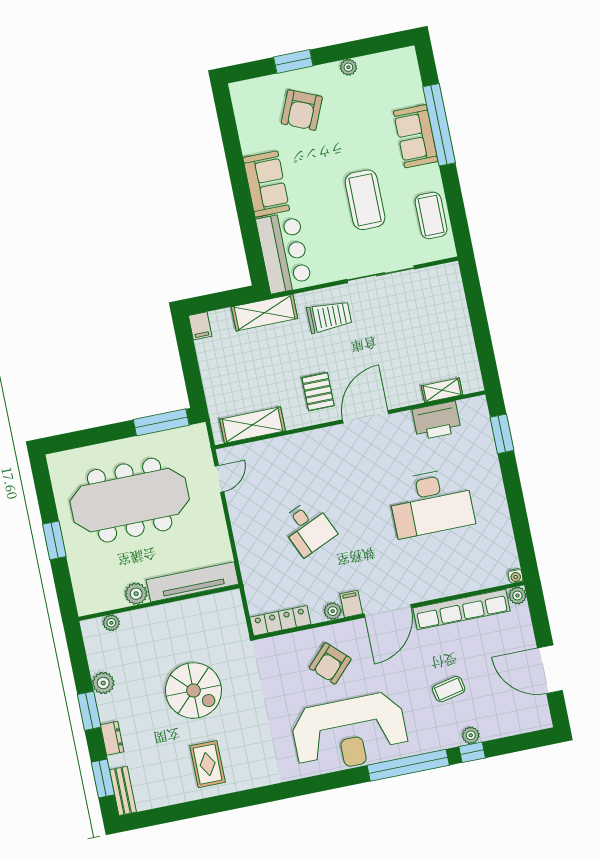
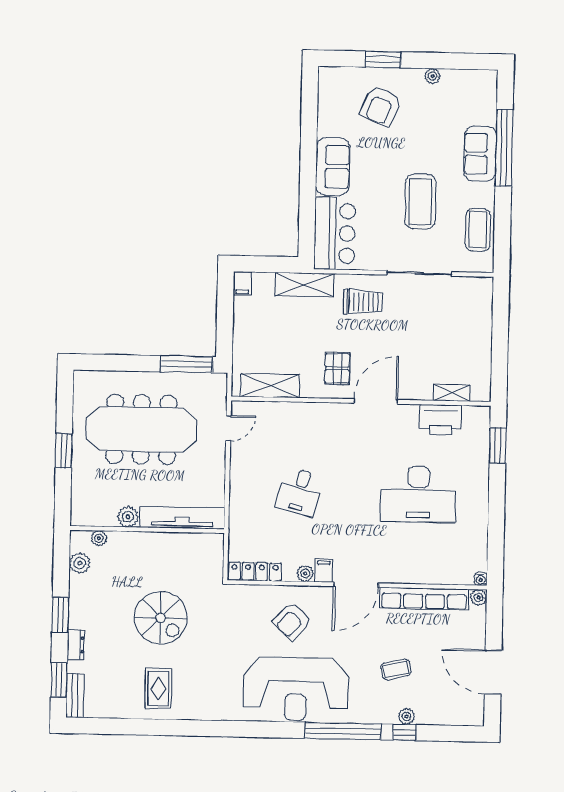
desk: (308, 528) -> (300, 492), turned 39
plant: (103, 683) -> (80, 563), moved

